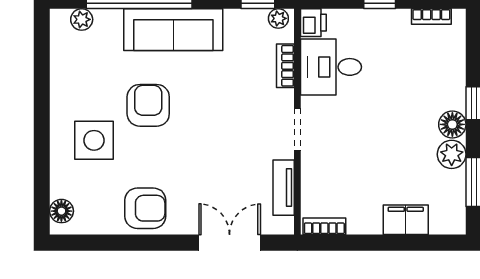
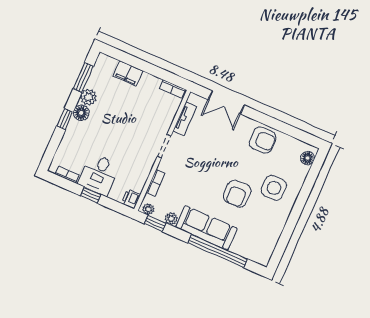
plant: (82, 19) -> (171, 219), moved
desk: (331, 67) -> (99, 174), moved, turned 90
armchair: (145, 208) -> (263, 140), turned 180

